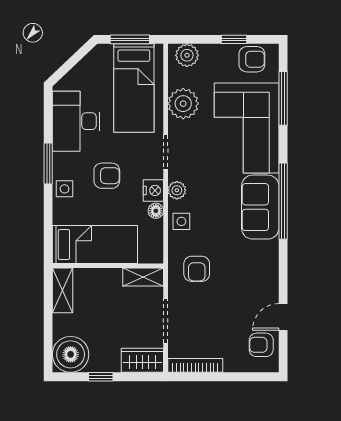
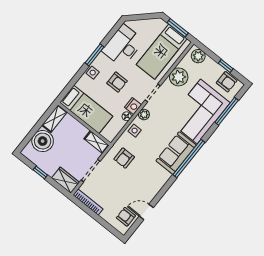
boiler: (71, 354) -> (43, 141), moved

